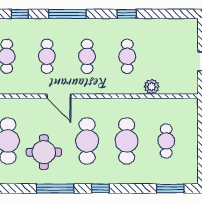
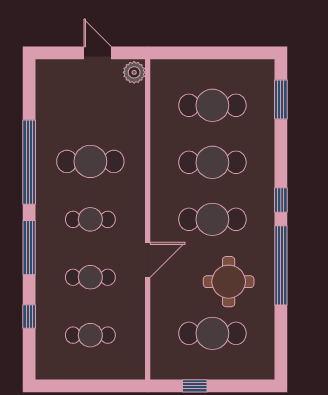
window: (127, 14) -> (29, 162), width x3.17
cafe table: (127, 56) -> (90, 161), width x1.37, depth x1.35
plant: (152, 87) -> (134, 72), moved
cafe table: (166, 141) -> (212, 105), width x1.37, depth x1.35
window: (55, 188) -> (281, 265), width x1.46

